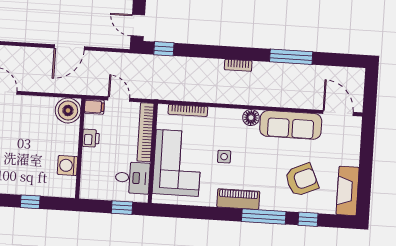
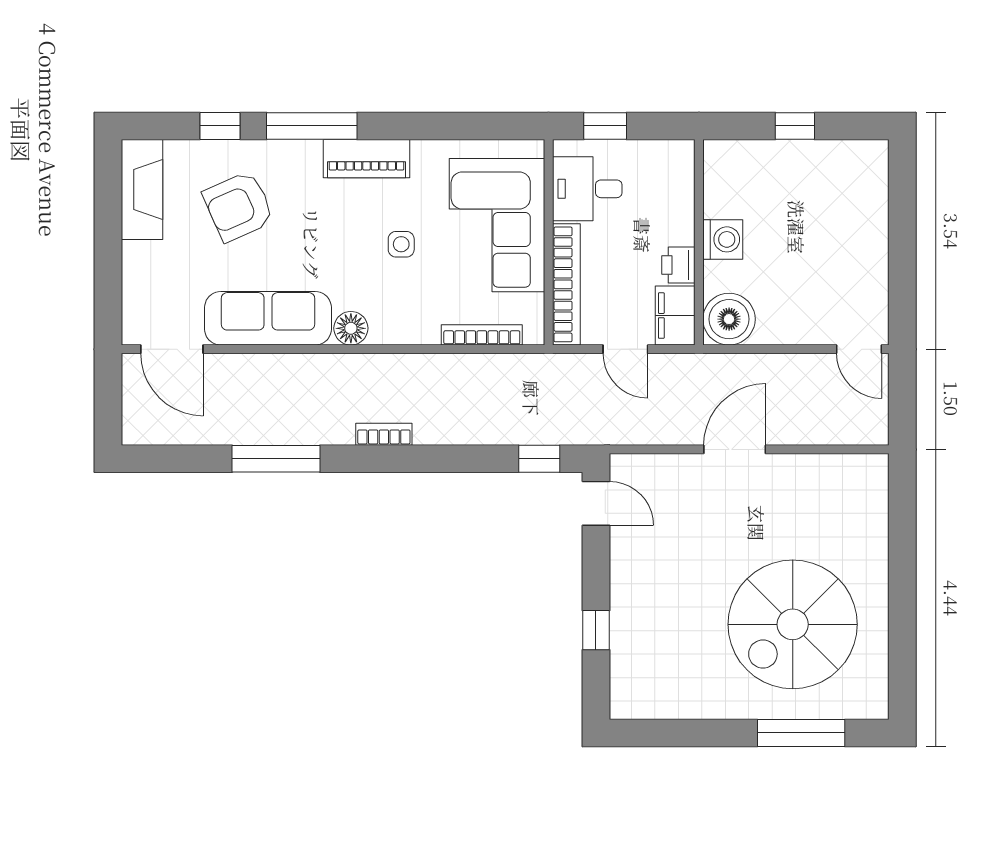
filing cabinet: (94, 107) -> (675, 316), width x2.00
washing machine: (68, 165) -> (723, 239), moved

